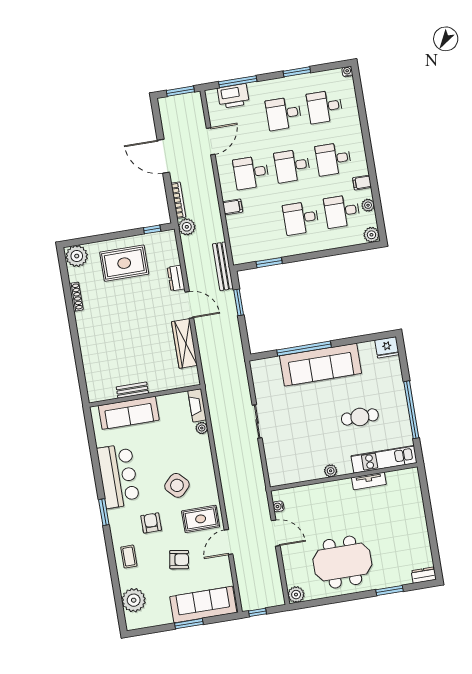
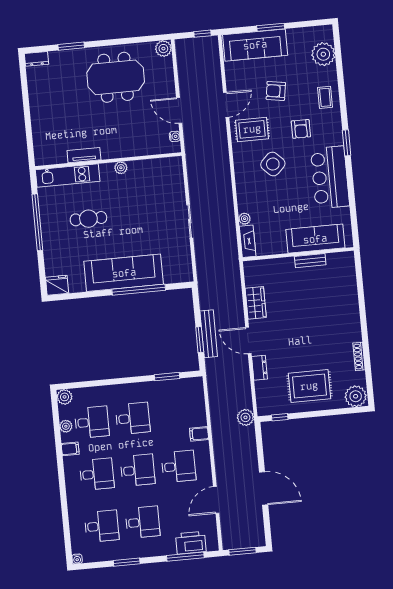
bookcase: (178, 200) -> (252, 444), removed
bench: (223, 266) -> (209, 334), moved
wardrobe: (184, 344) -> (256, 303), width x0.67

